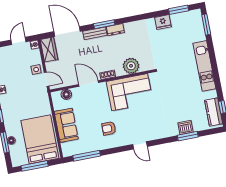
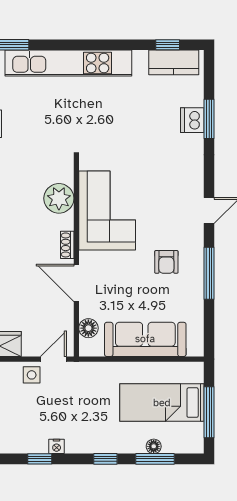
kitchen unit: (204, 66) -> (68, 63), width x1.36
door: (89, 83) -> (76, 283), hinge flipped
sofa: (66, 125) -> (145, 339), width x1.36
bed: (40, 139) -> (162, 403), width x0.67
window: (87, 156) -> (209, 273), moved

